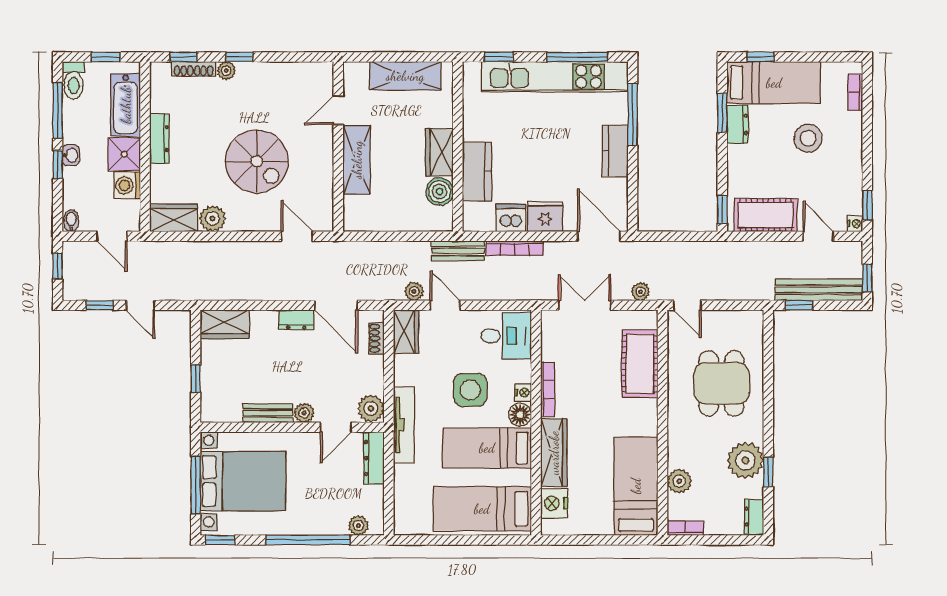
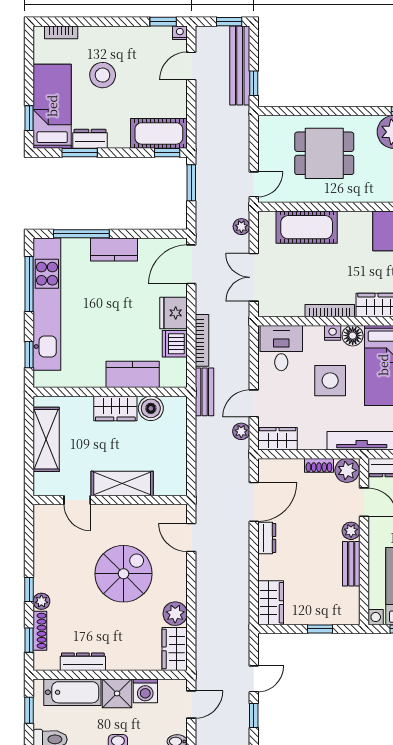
dresser: (159, 138) -> (83, 662), moved
cot: (766, 215) -> (159, 133), moved, turned 90
door: (297, 236) -> (191, 537), hinge flipped
window: (689, 236) -> (191, 183), added
shoe rack: (377, 338) -> (319, 465), moved

